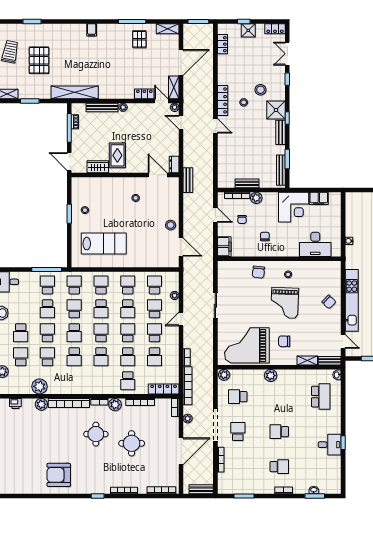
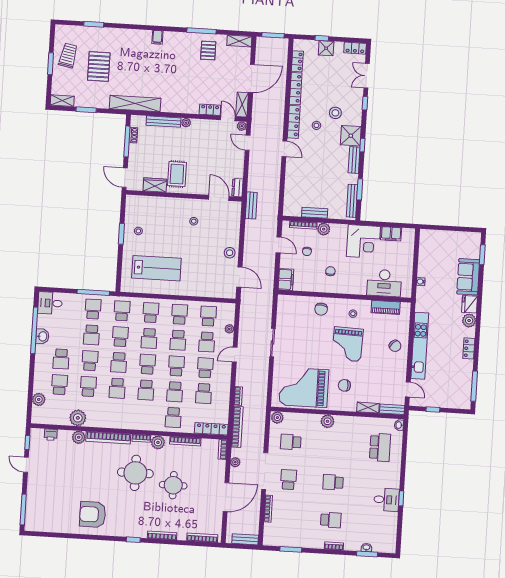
locker: (222, 70) -> (296, 89), added
piano: (318, 267) -> (386, 307), added
school desk: (155, 309) -> (207, 342), turned 180
round table: (96, 434) -> (135, 473), width x1.36, depth x1.36

